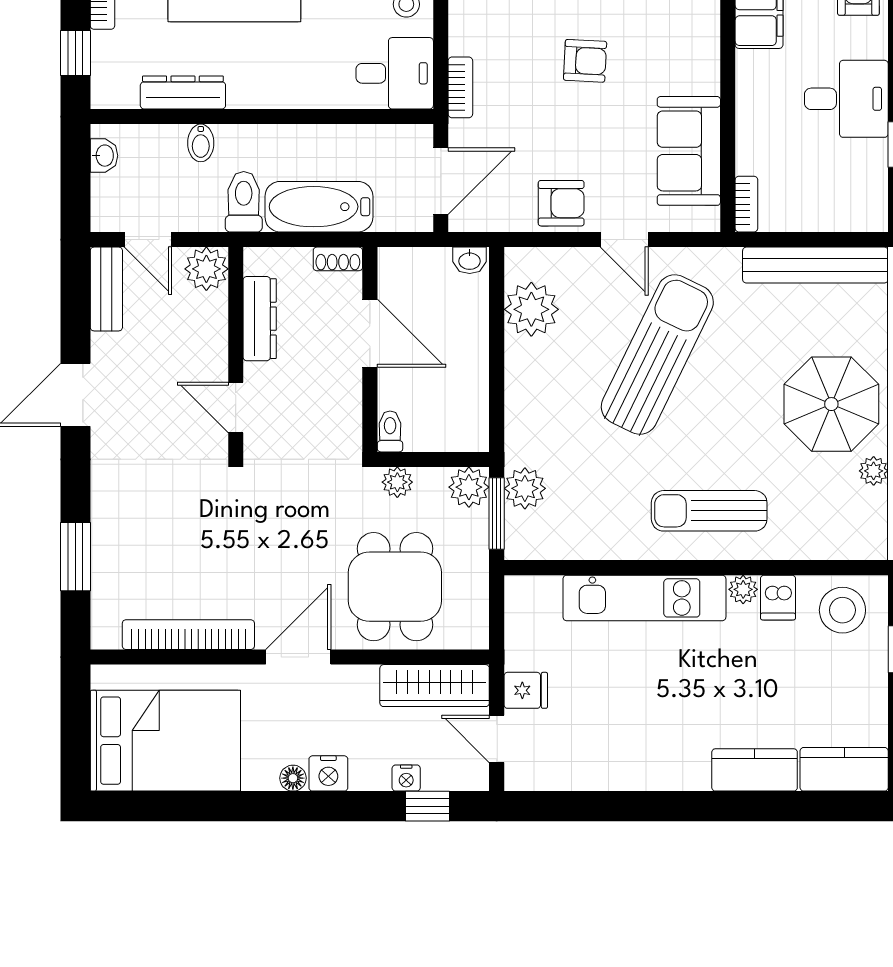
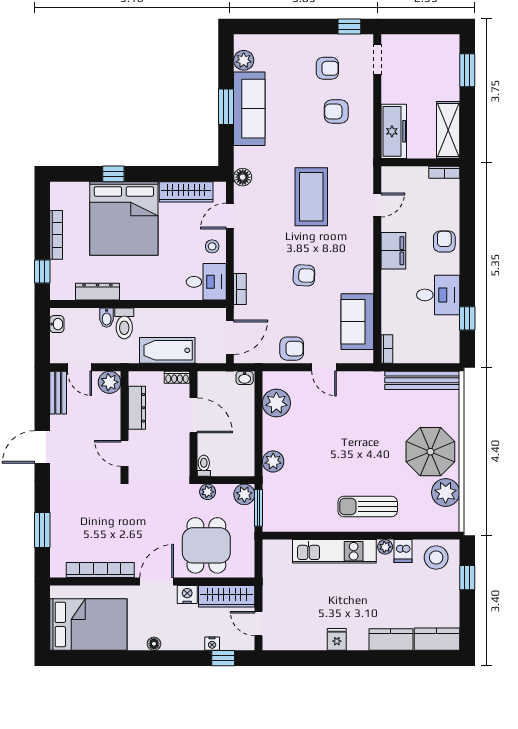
toilet: (244, 202) -> (124, 323), moved, turned 180
sun lounger: (657, 354) -> (341, 426), removed
plant: (874, 471) -> (446, 493), width x1.88, depth x1.88
plant: (525, 488) -> (273, 461), moved
fridge: (526, 690) -> (337, 639), moved, turned -90
nightstand: (328, 773) -> (187, 595), moved, turned 180

